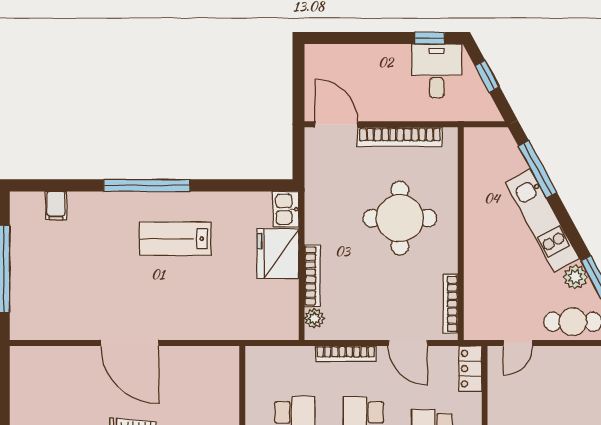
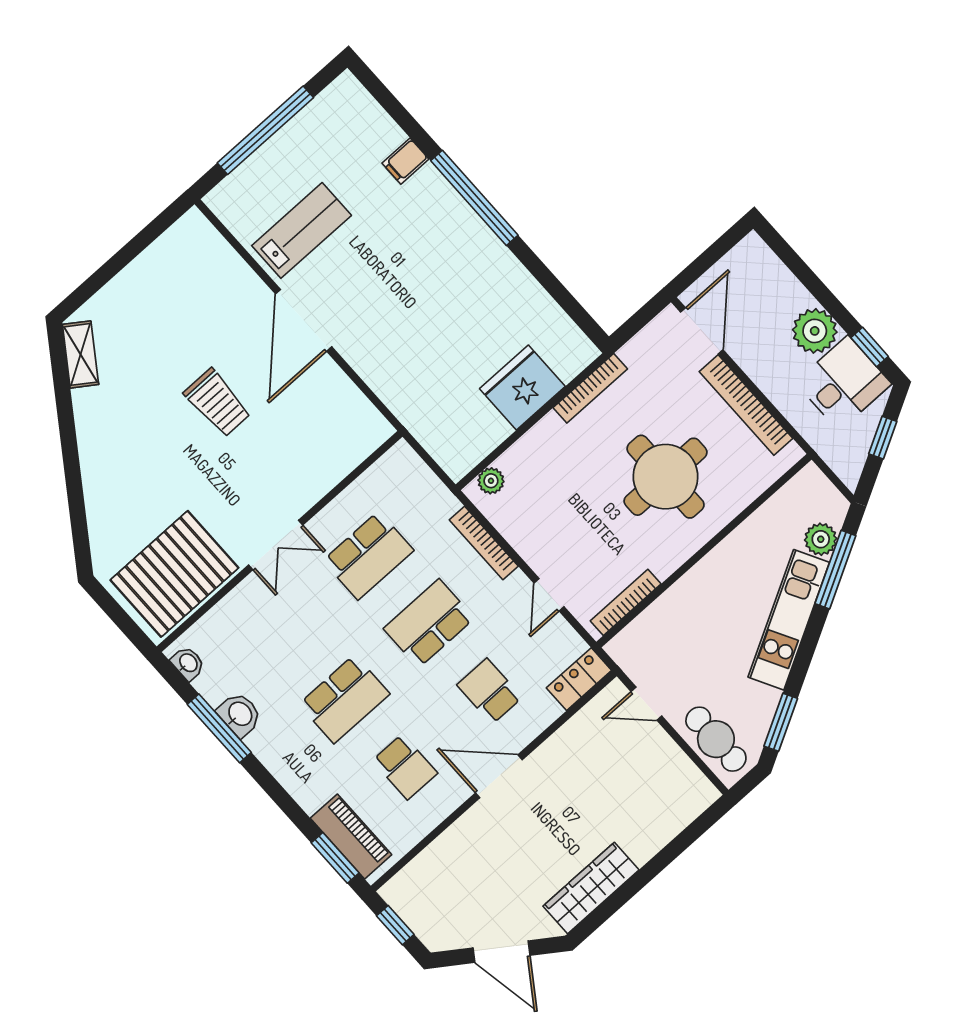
plant: (393, 61) -> (815, 331), added
filing cabinet: (56, 206) -> (405, 161), moved
kitchen sink: (286, 209) -> (573, 356), removed
lab bench: (175, 239) -> (302, 230), moved, turned 90
bookcase: (312, 276) -> (590, 388), moved
plant: (575, 277) -> (821, 539), moved
door: (408, 343) -> (549, 595), width x0.73

